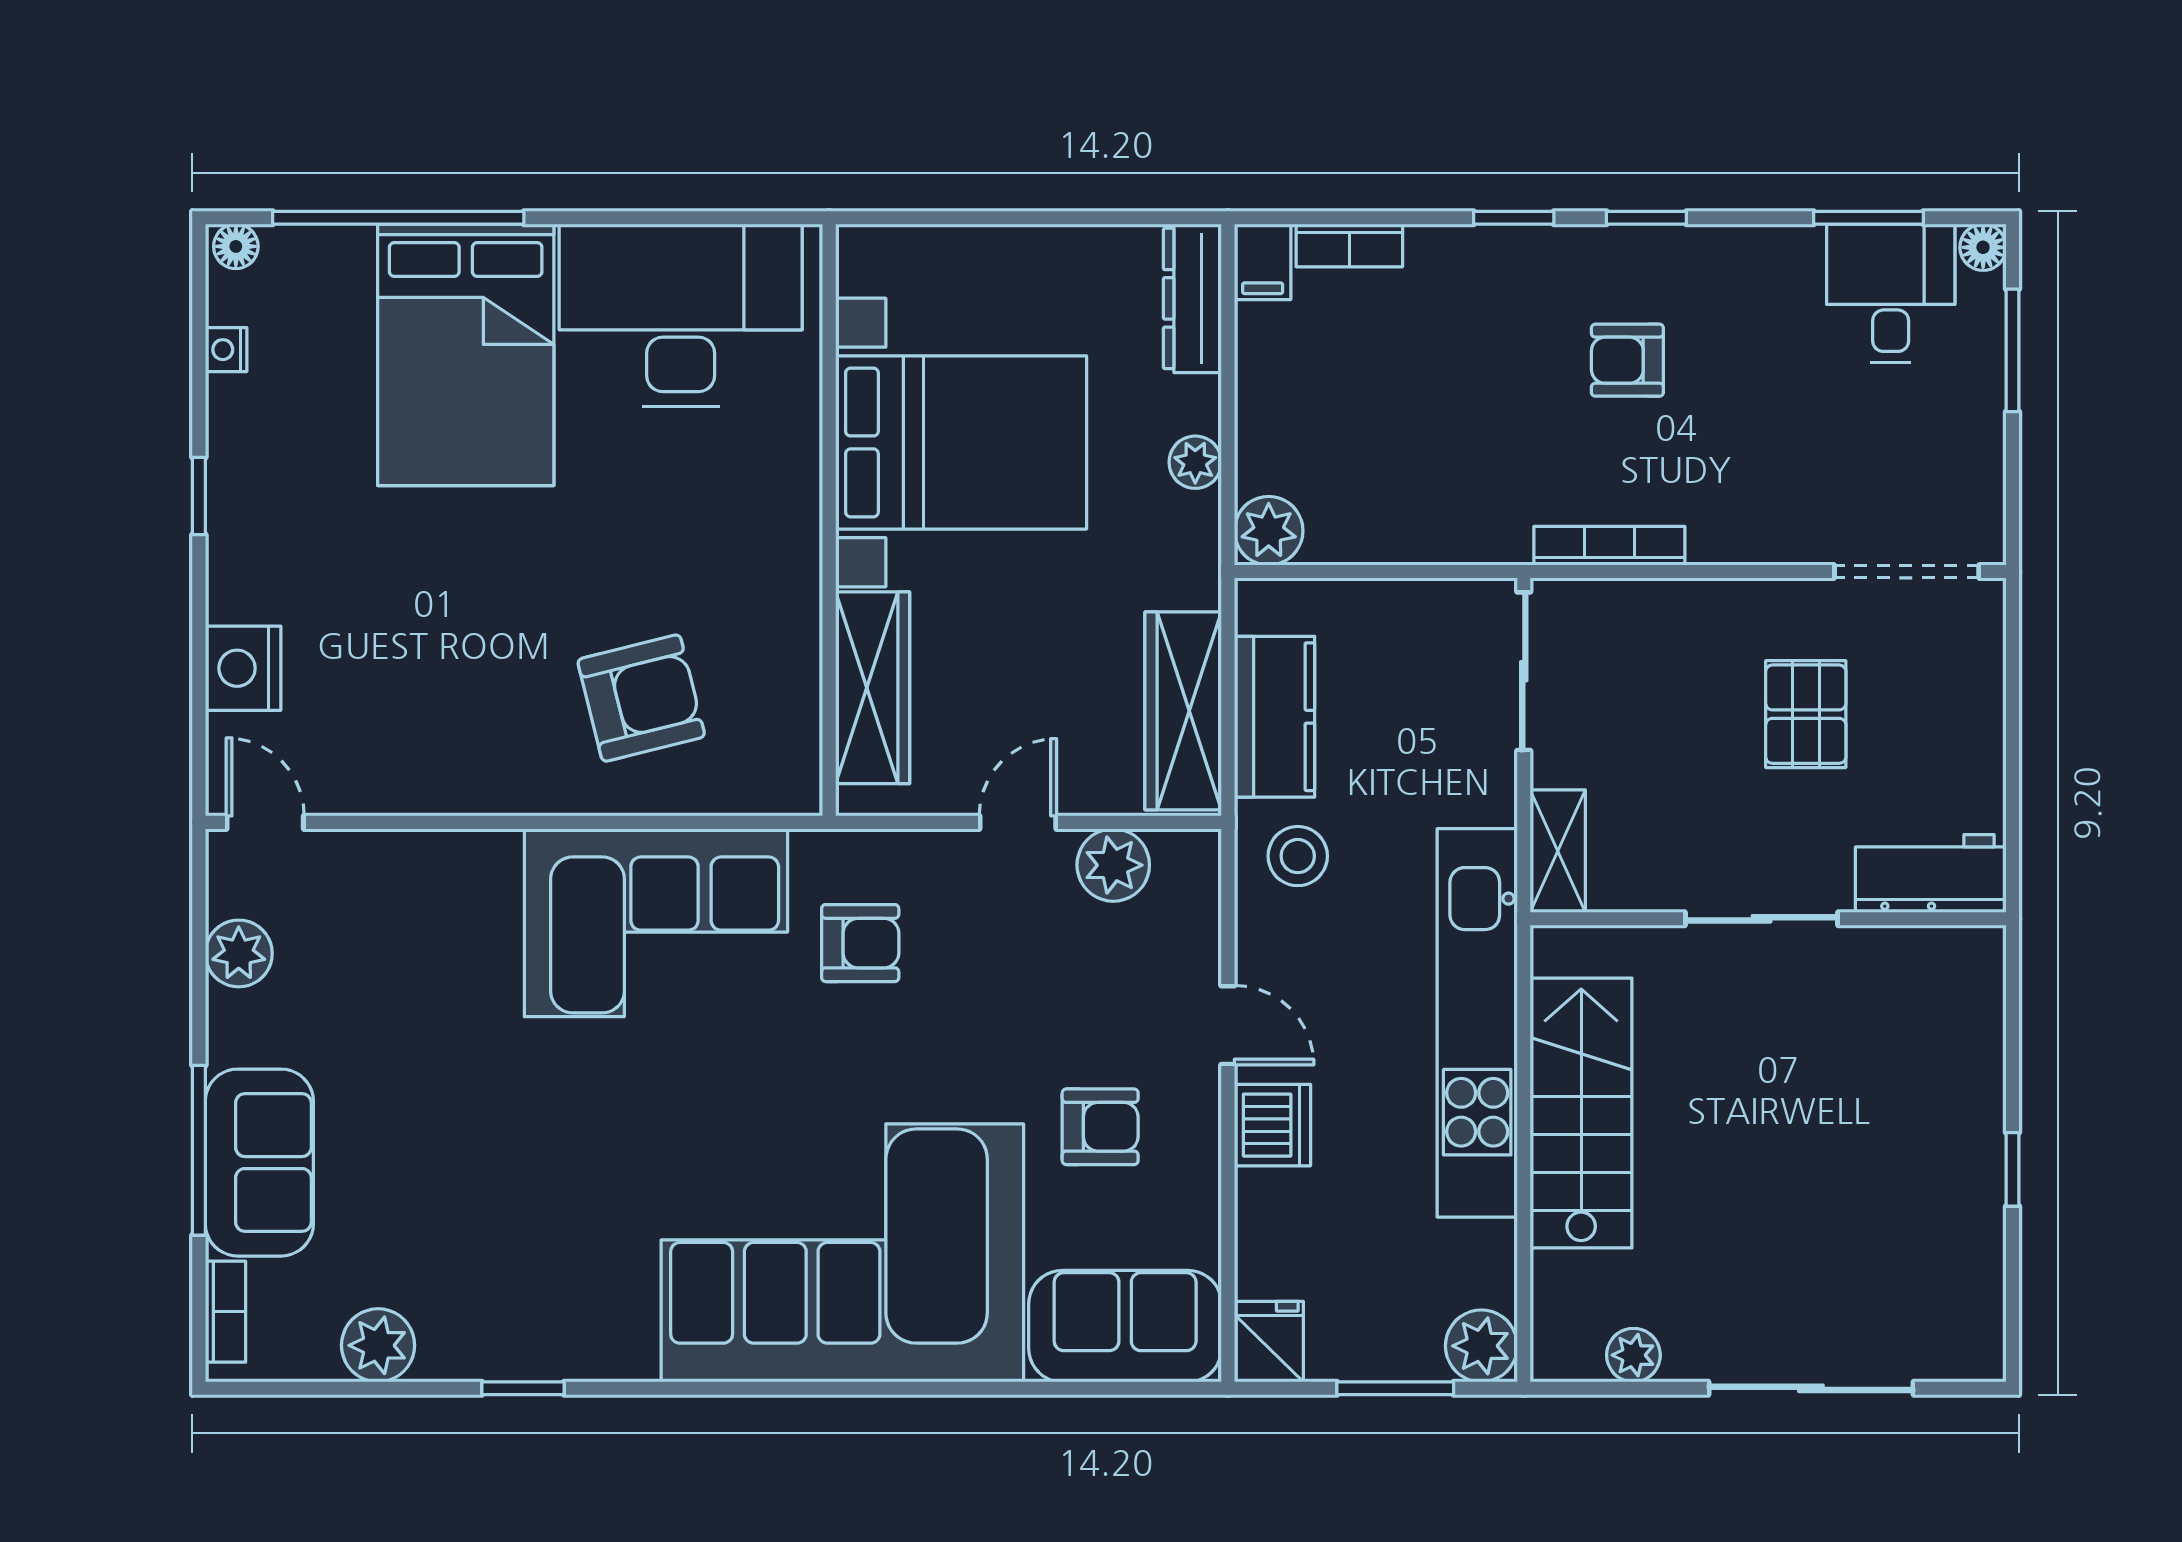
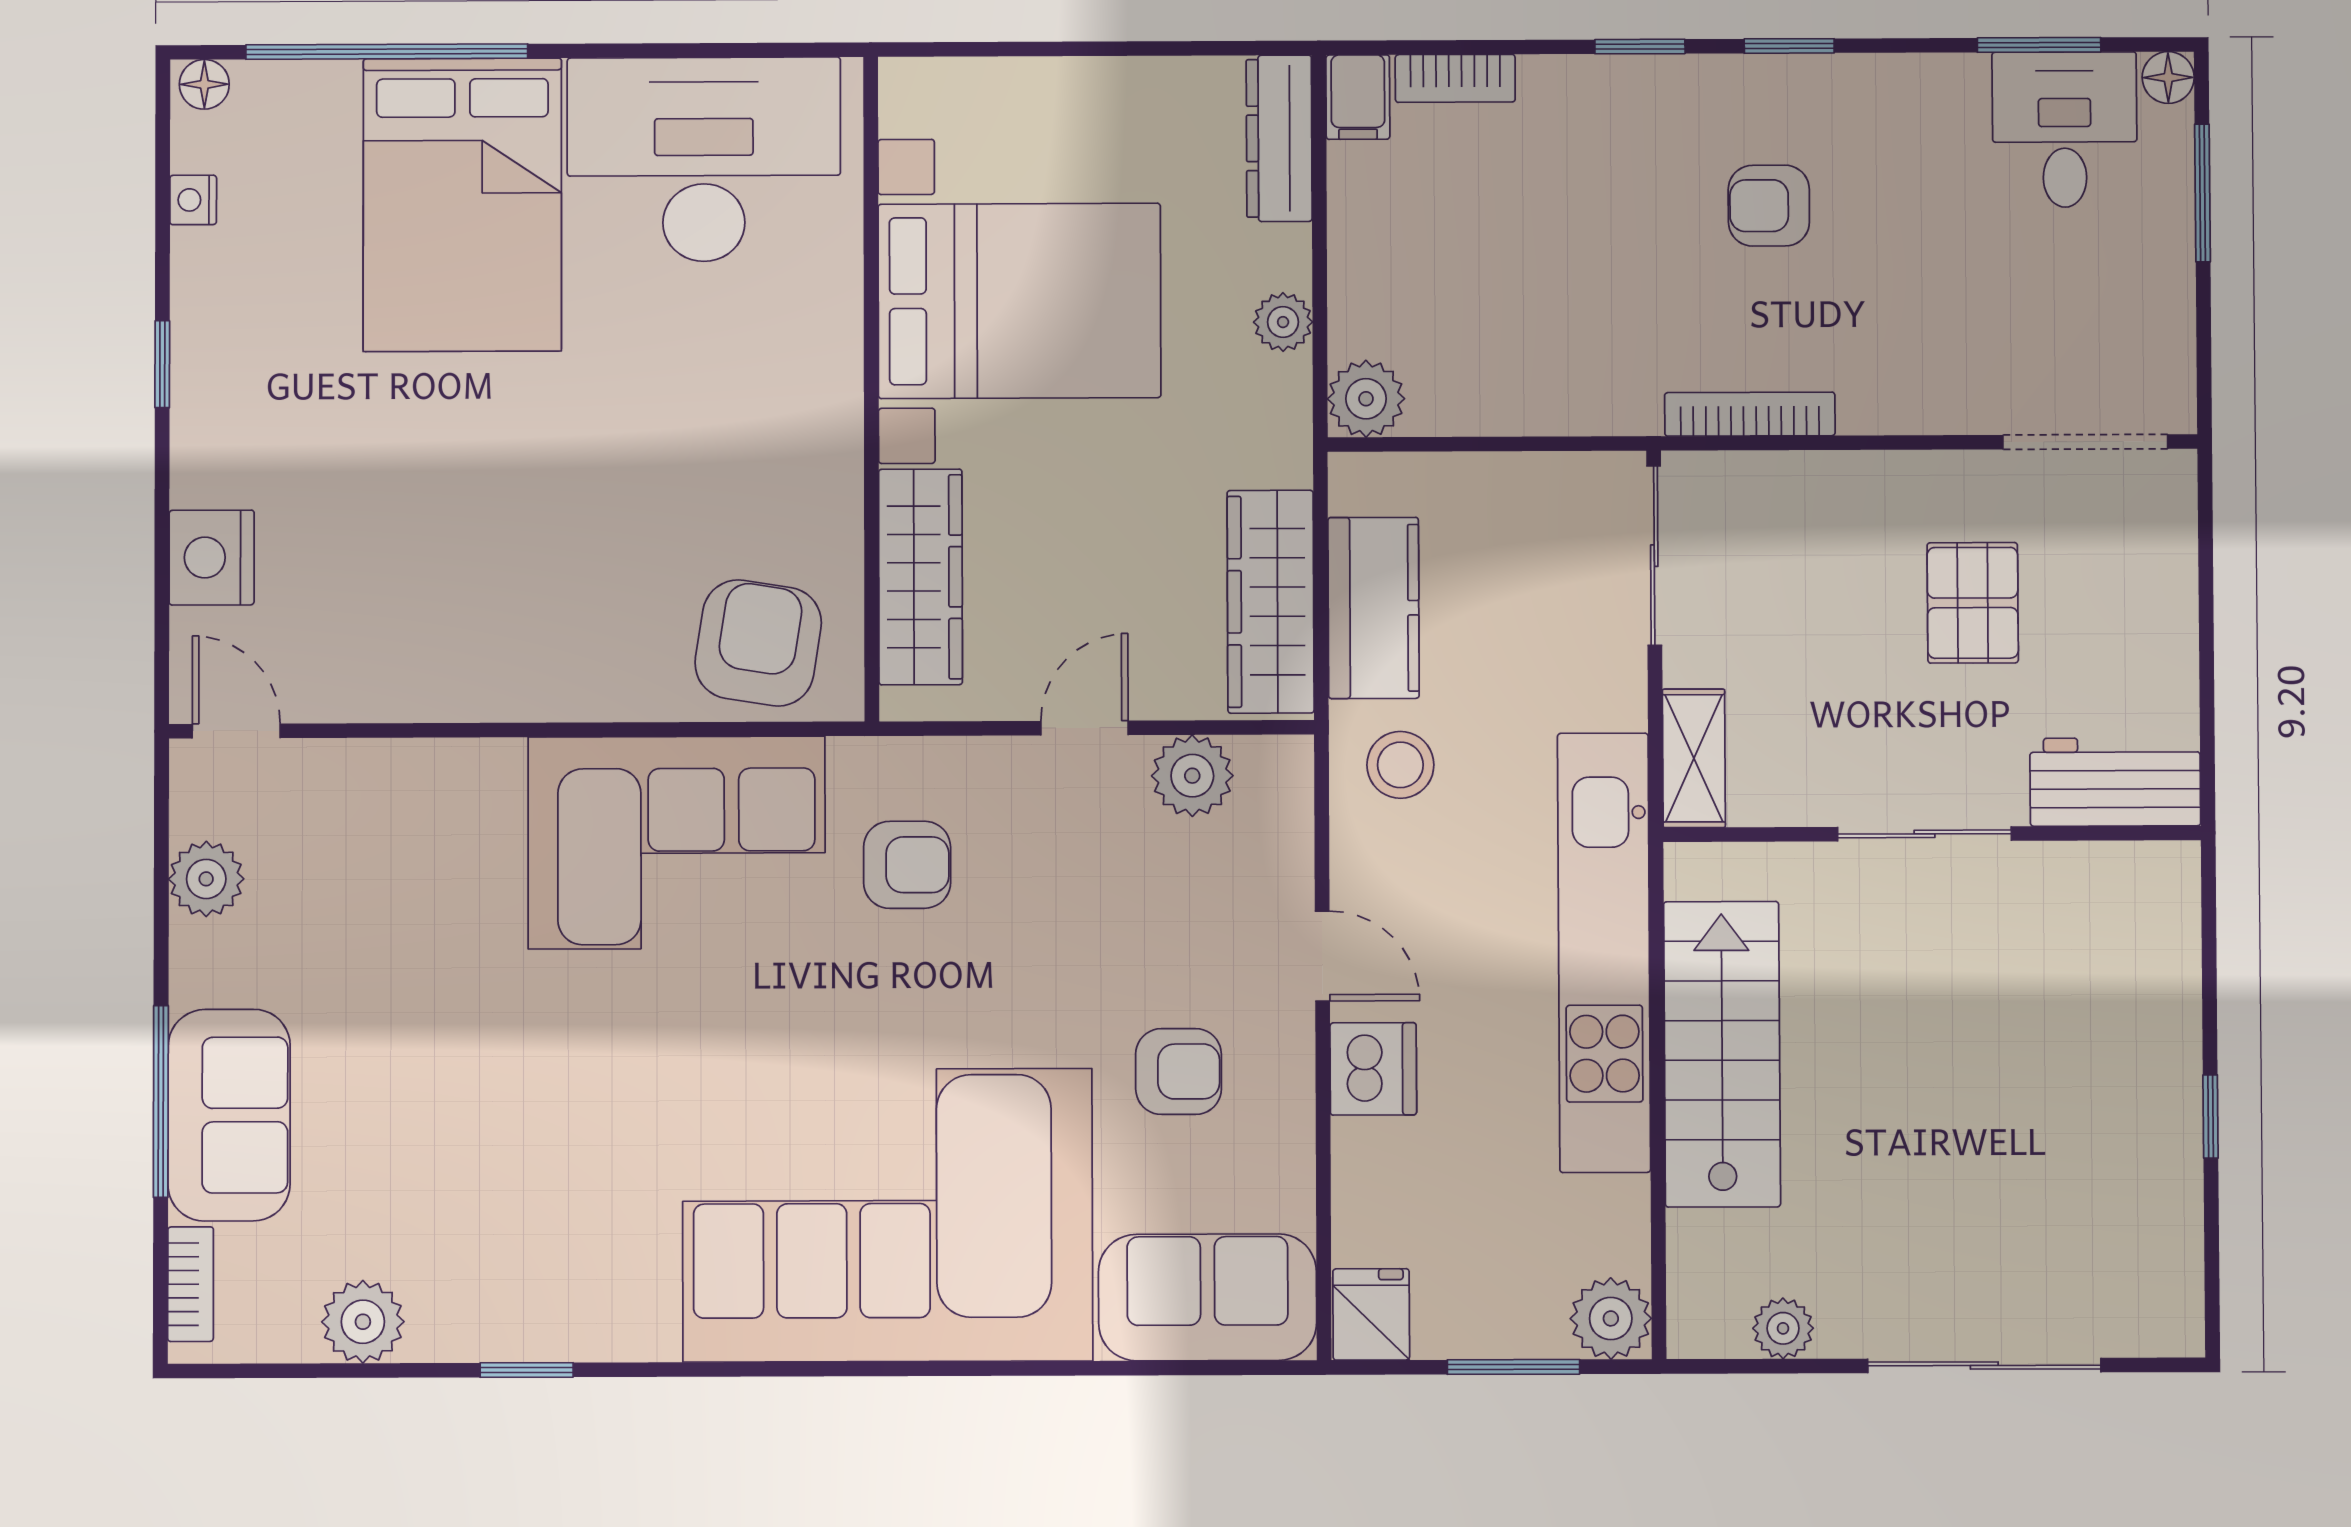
armchair: (641, 698) -> (758, 643), moved, turned -67

